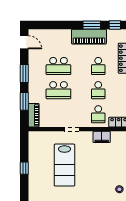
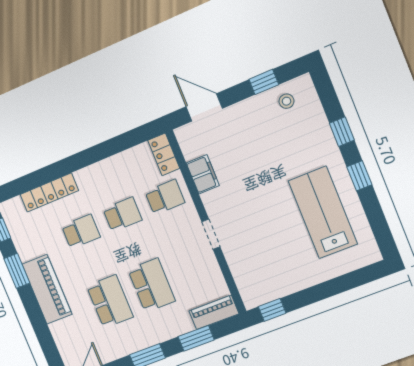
piano: (89, 37) -> (47, 289), moved
lab bench: (64, 165) -> (323, 212), moved, turned -90
window: (24, 168) -> (272, 310), moved

